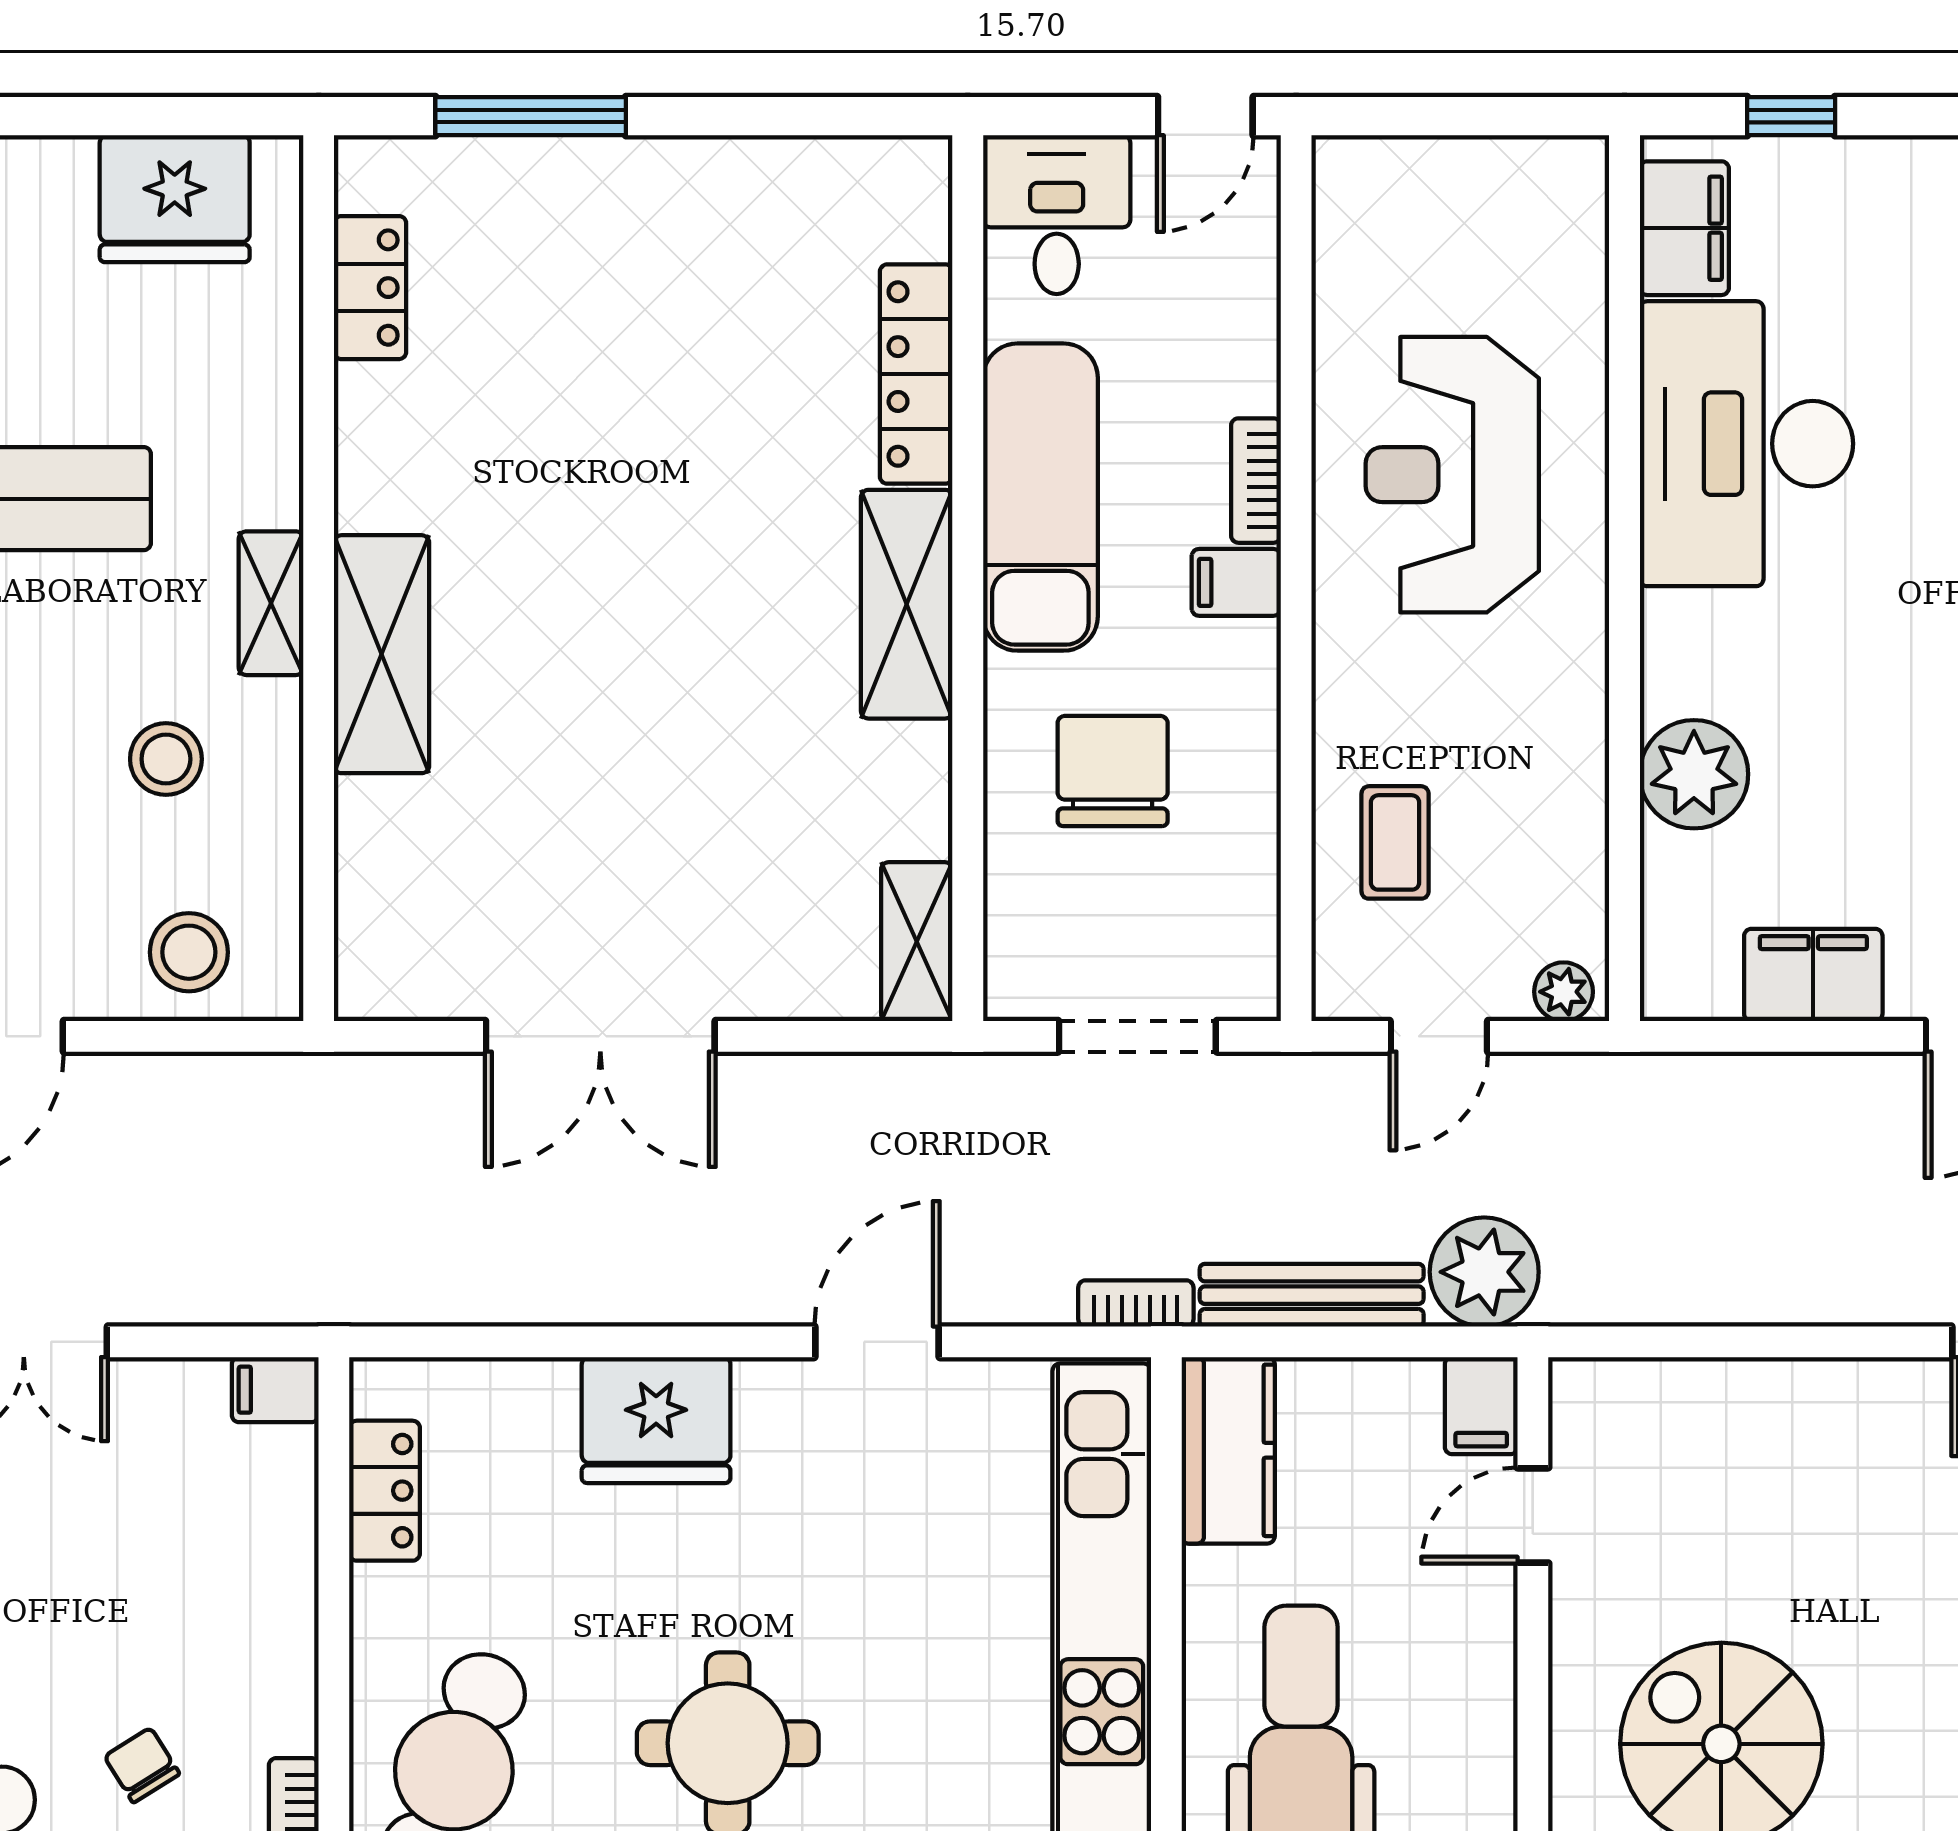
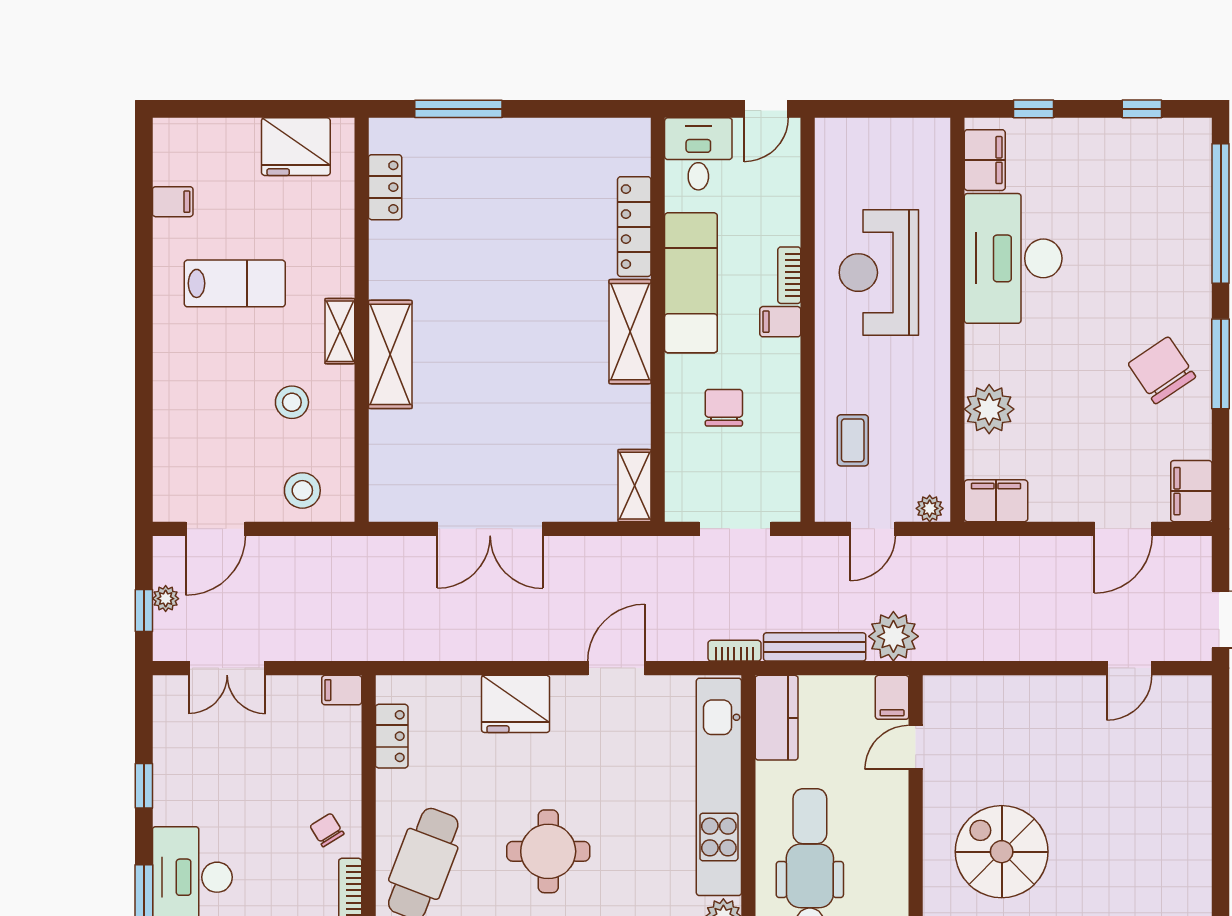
chair: (1113, 771) -> (724, 408), width x0.73, depth x0.73
filing cabinet: (1813, 975) -> (996, 501), moved
chair: (142, 1765) -> (327, 830), moved

